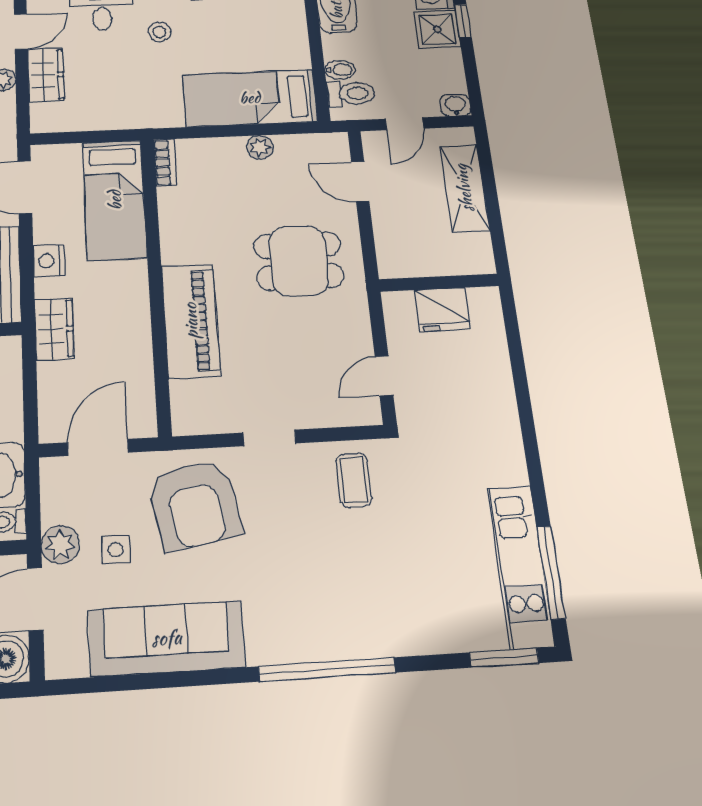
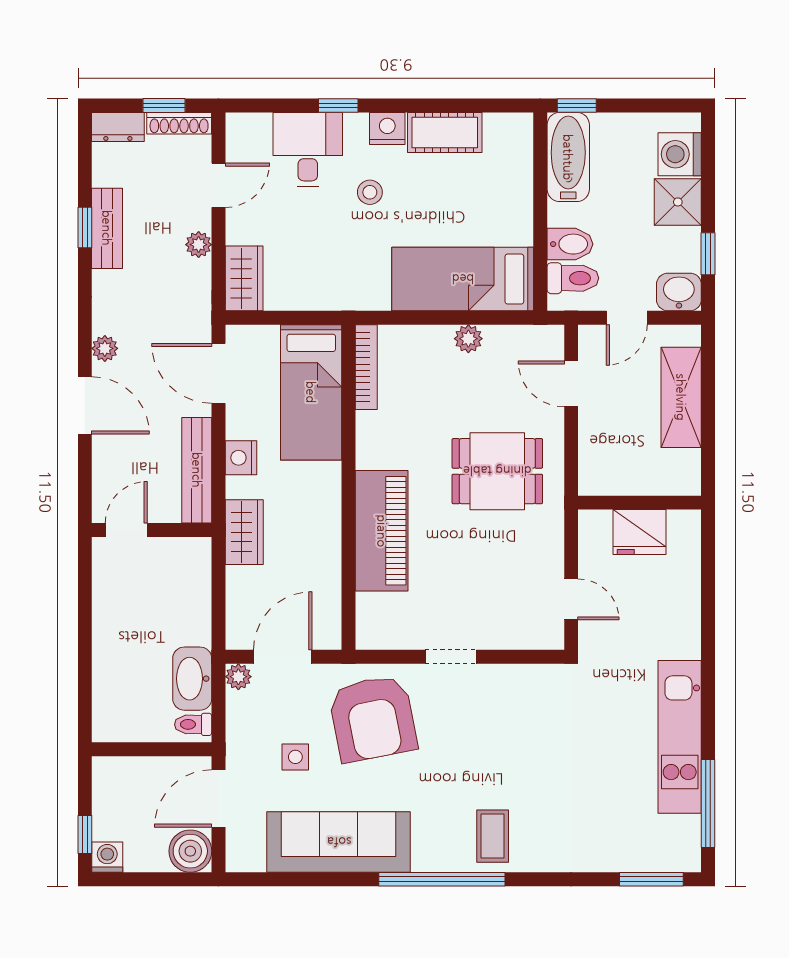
window: (463, 21) -> (708, 254), moved
bidet: (340, 70) -> (570, 244), width x1.38, depth x1.36
wardrobe: (46, 75) -> (244, 278), moved
washbasin: (455, 105) -> (679, 292), width x1.38, depth x1.45
bookcase: (165, 163) -> (366, 367), width x1.56
door: (384, 376) -> (571, 599), swing flipped
coffee table: (354, 480) -> (493, 836), moved
plant: (60, 545) -> (238, 677), moved, width x0.73, depth x0.73
kitchen unit: (521, 566) -> (680, 737), moved
window: (327, 669) -> (442, 879), moved

